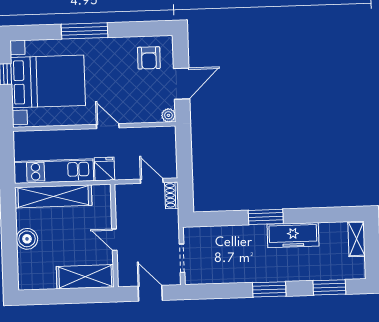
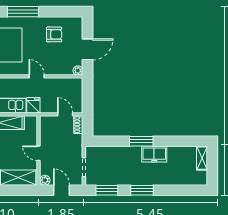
armchair: (149, 58) -> (54, 34), moved, turned -90
freezer: (293, 235) -> (154, 154), width x0.71
plant: (125, 279) -> (45, 180), added
window: (329, 287) -> (107, 190), moved

